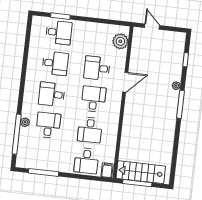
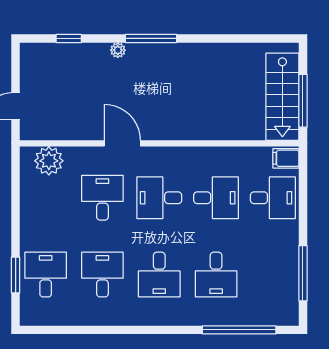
desk: (97, 68) -> (102, 198), turned 180
plant: (25, 122) -> (216, 317), removed
desk: (48, 125) -> (216, 275), turned -90

